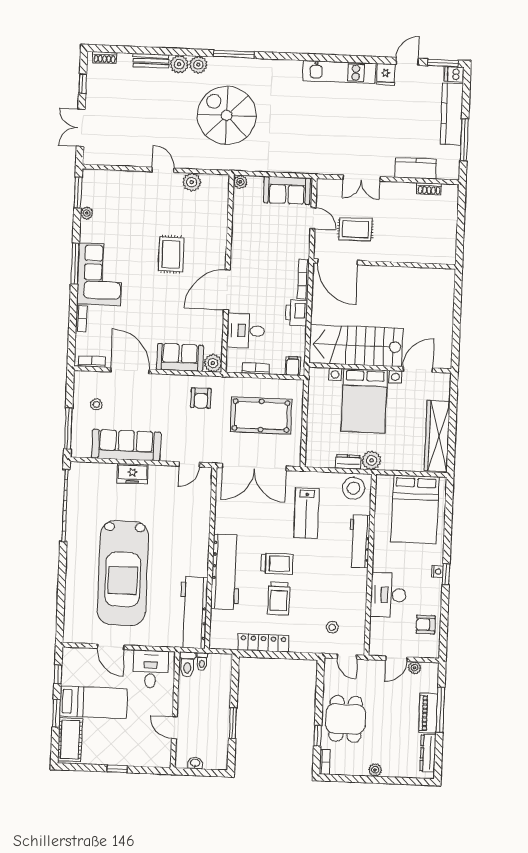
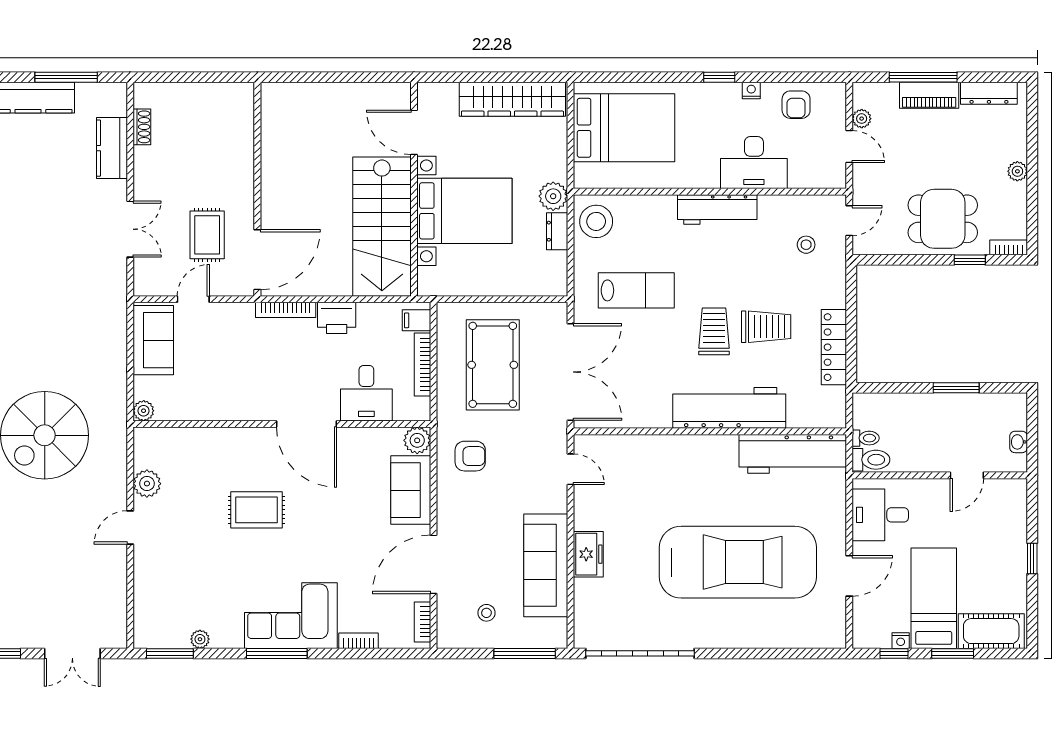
bookcase: (256, 368) -> (422, 364), width x1.56
workbench: (359, 541) -> (717, 209), moved
nightstand: (437, 571) -> (751, 90), moved
nightstand: (66, 679) -> (901, 641), added

